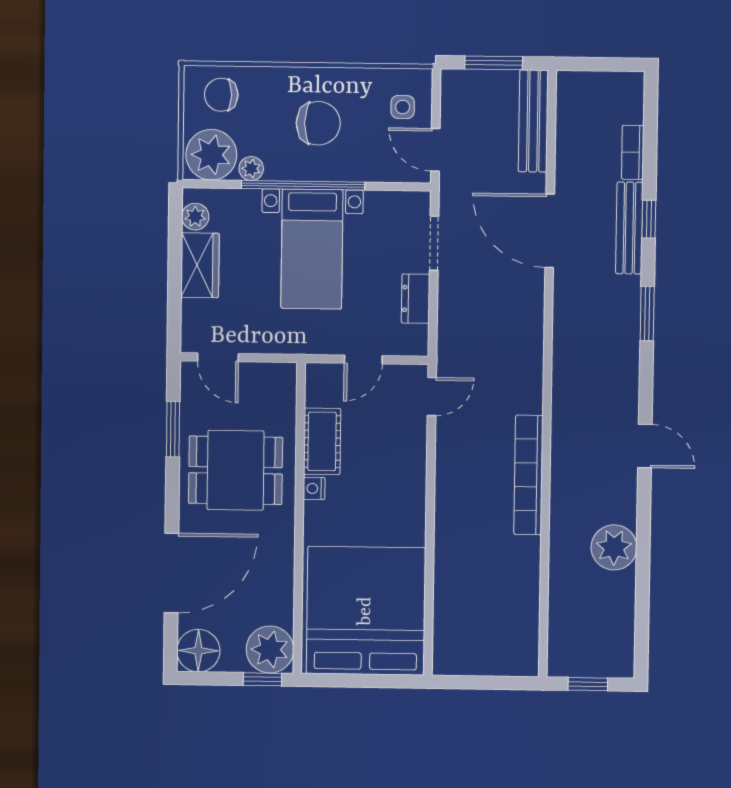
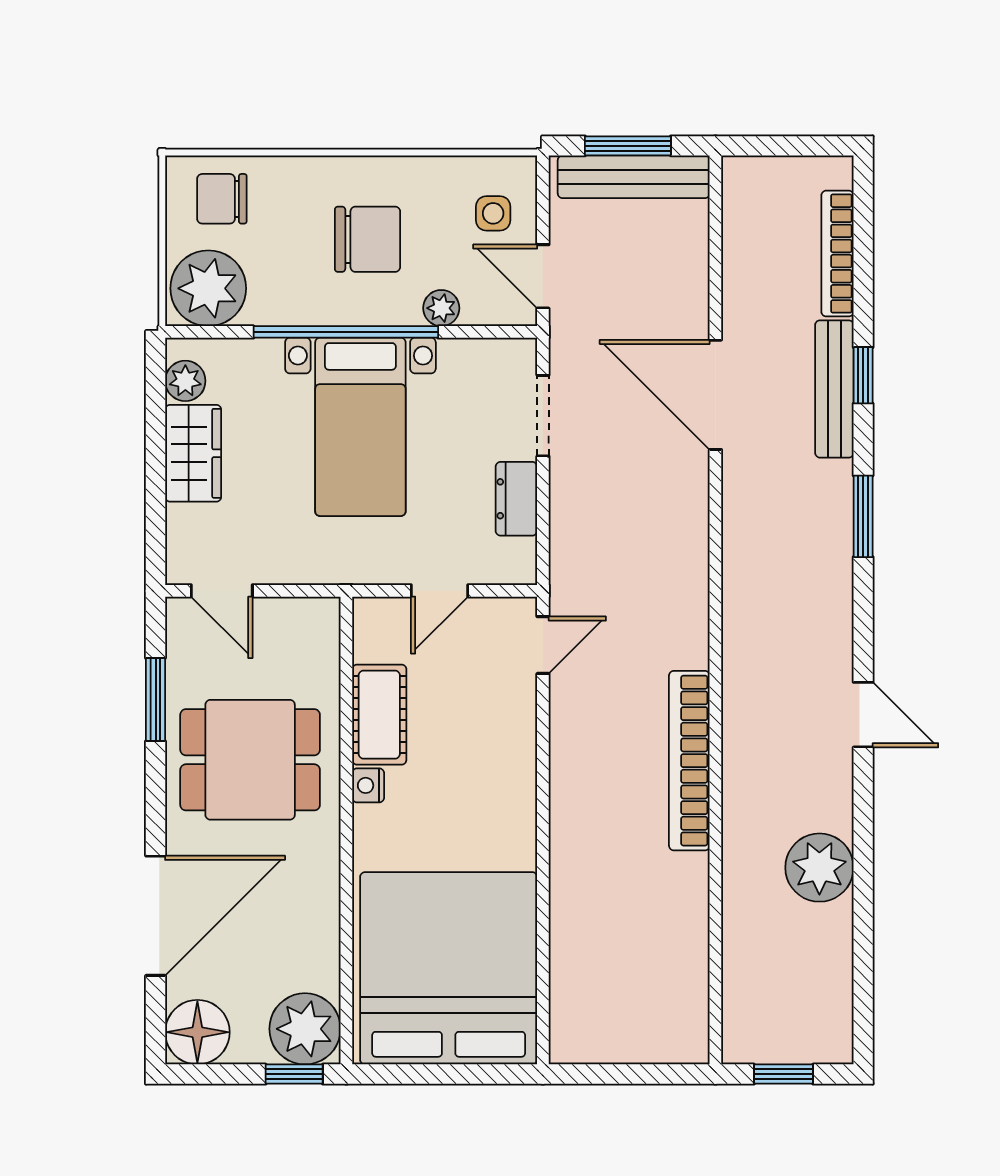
bench: (533, 121) -> (634, 177), moved, turned 90
bookcase: (633, 152) -> (837, 254), width x1.56
plant: (251, 169) -> (441, 308), moved

